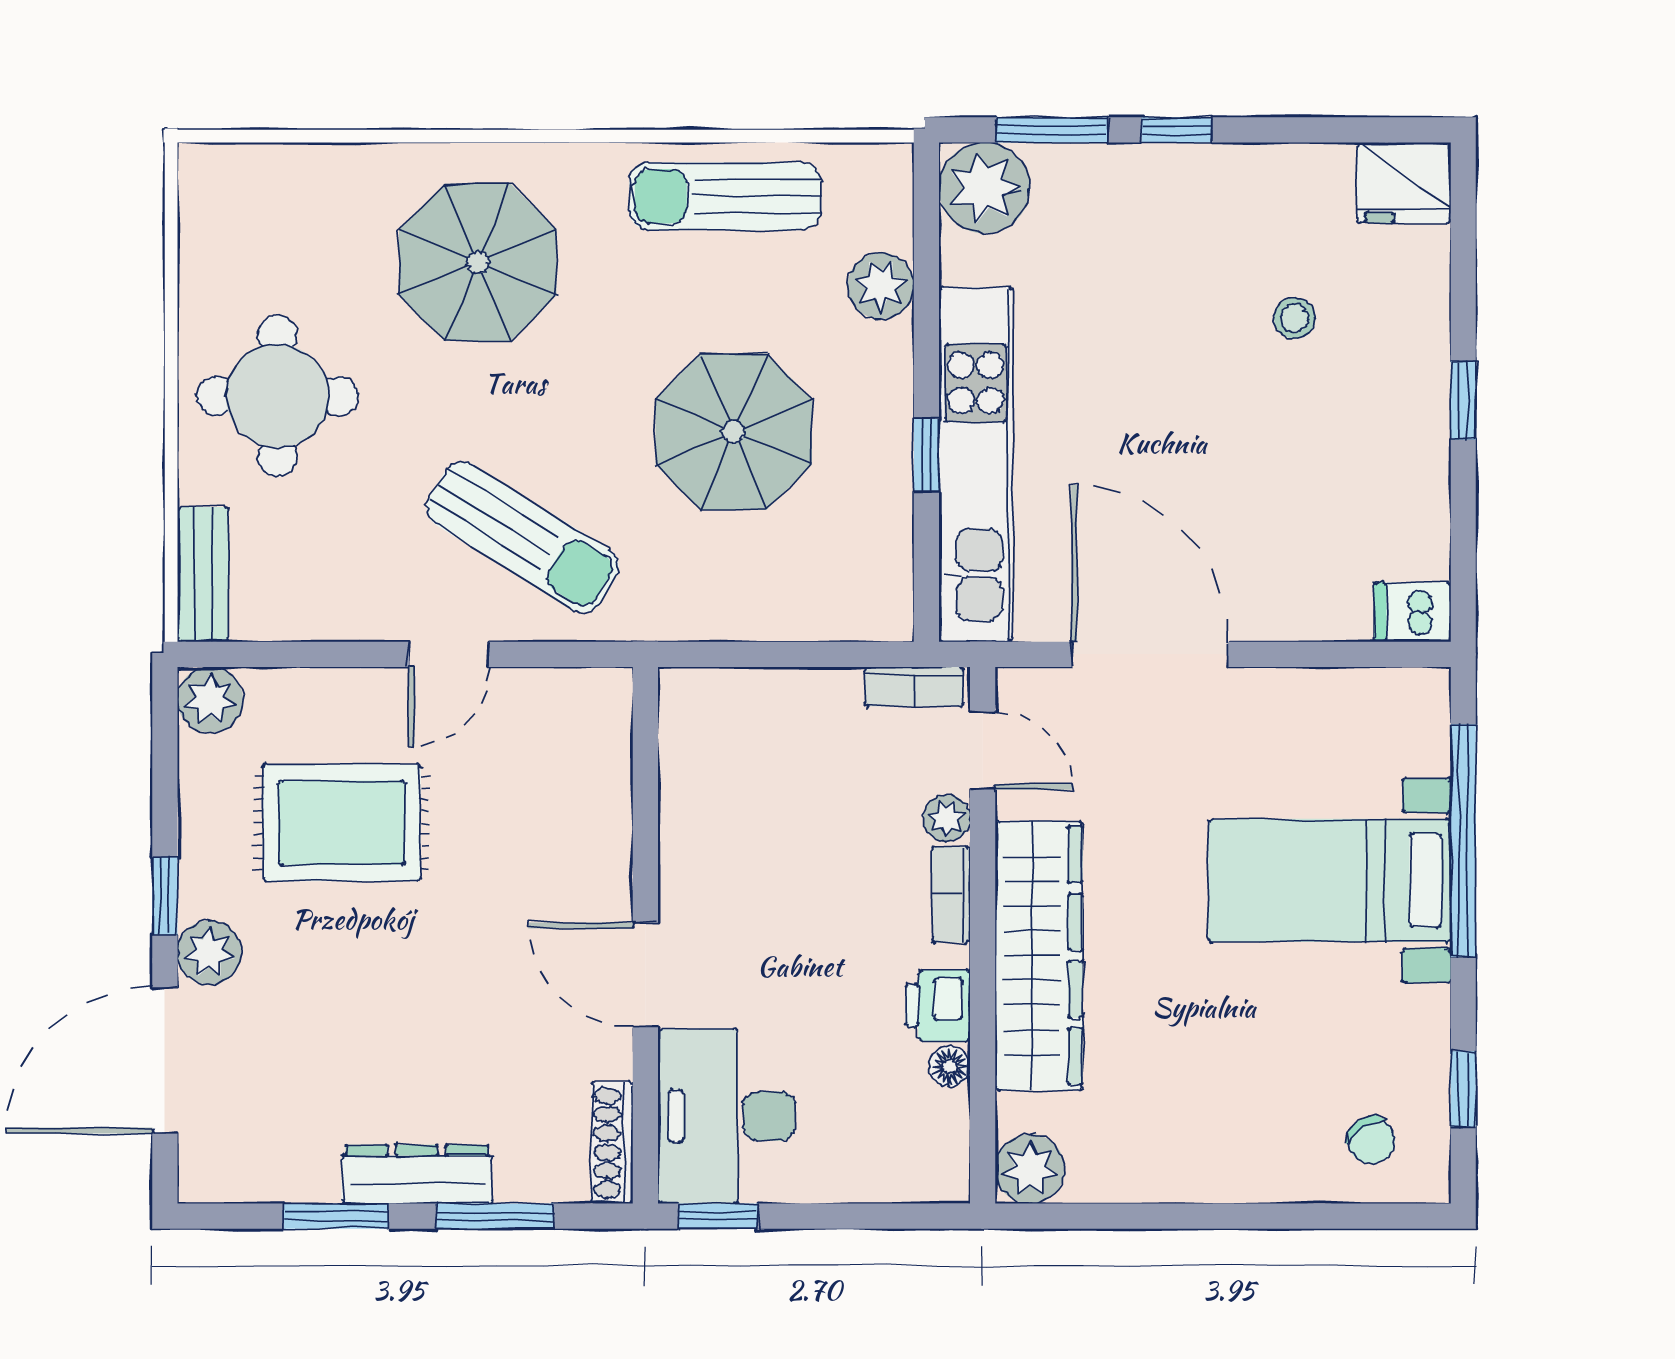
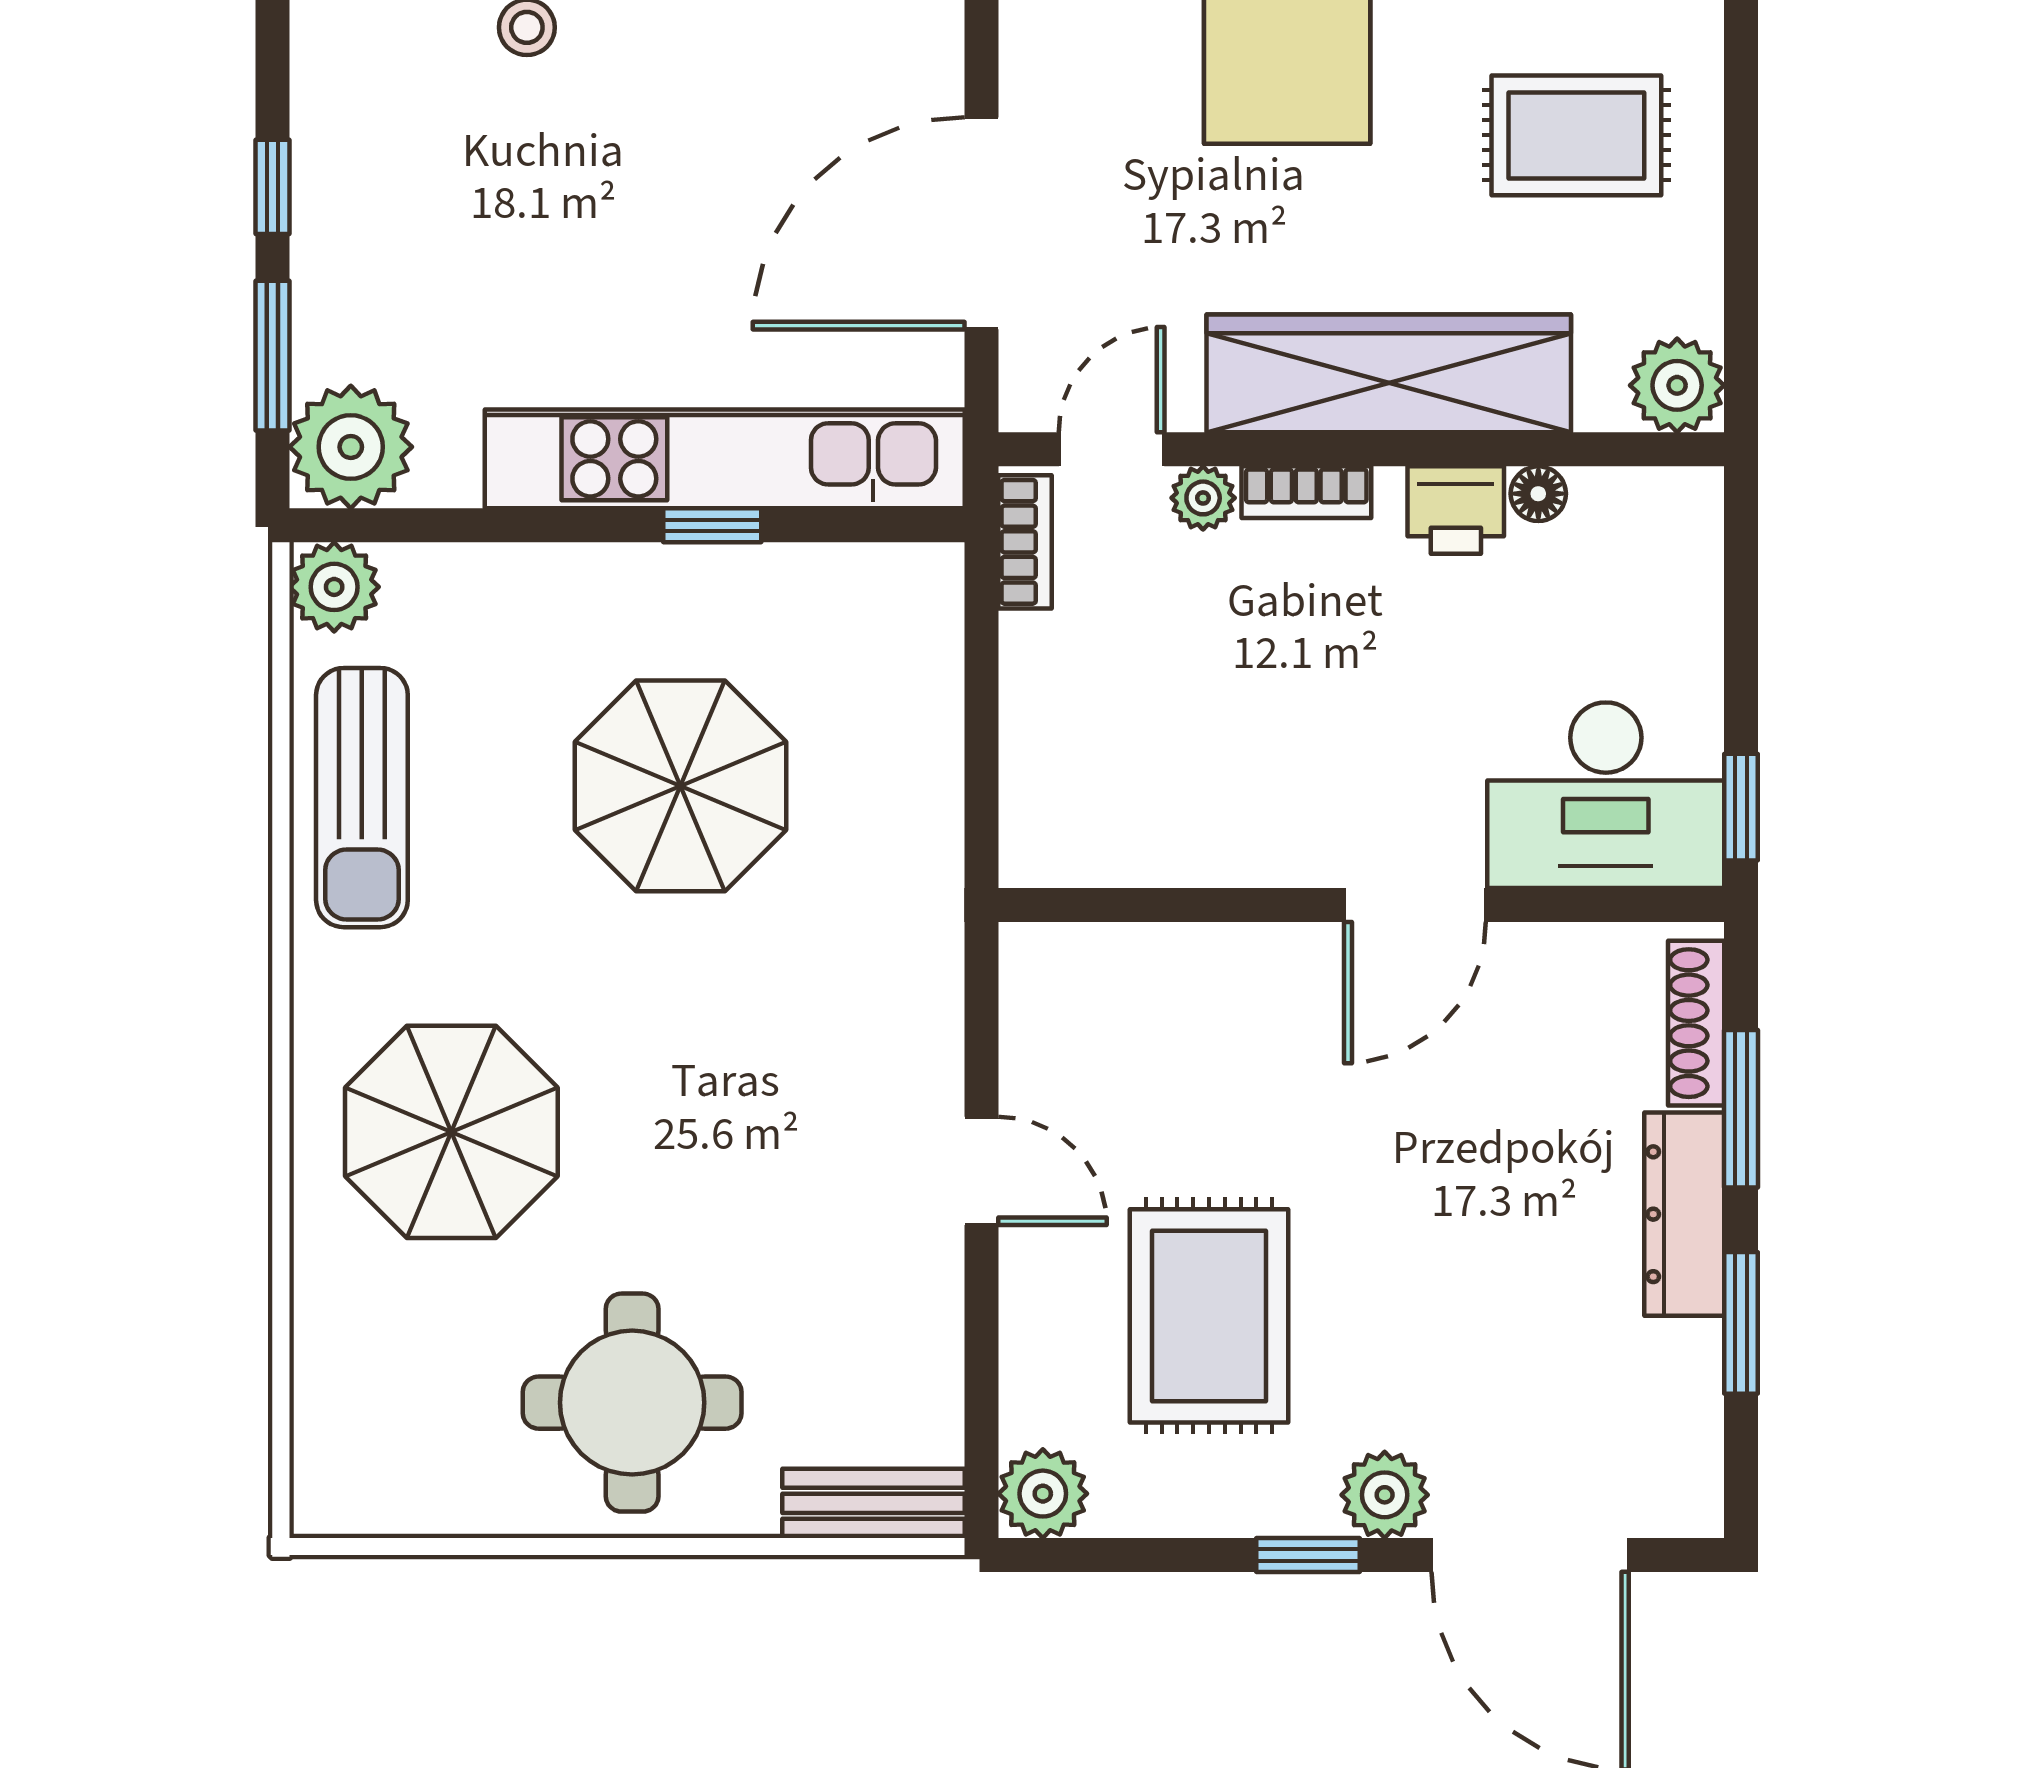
plant: (881, 286) -> (334, 587), moved
sun lounger: (523, 537) -> (823, 1071), removed
rug: (1215, 1094) -> (1576, 135), added
shoe rack: (612, 1143) -> (1696, 1023), moved, turned 90

